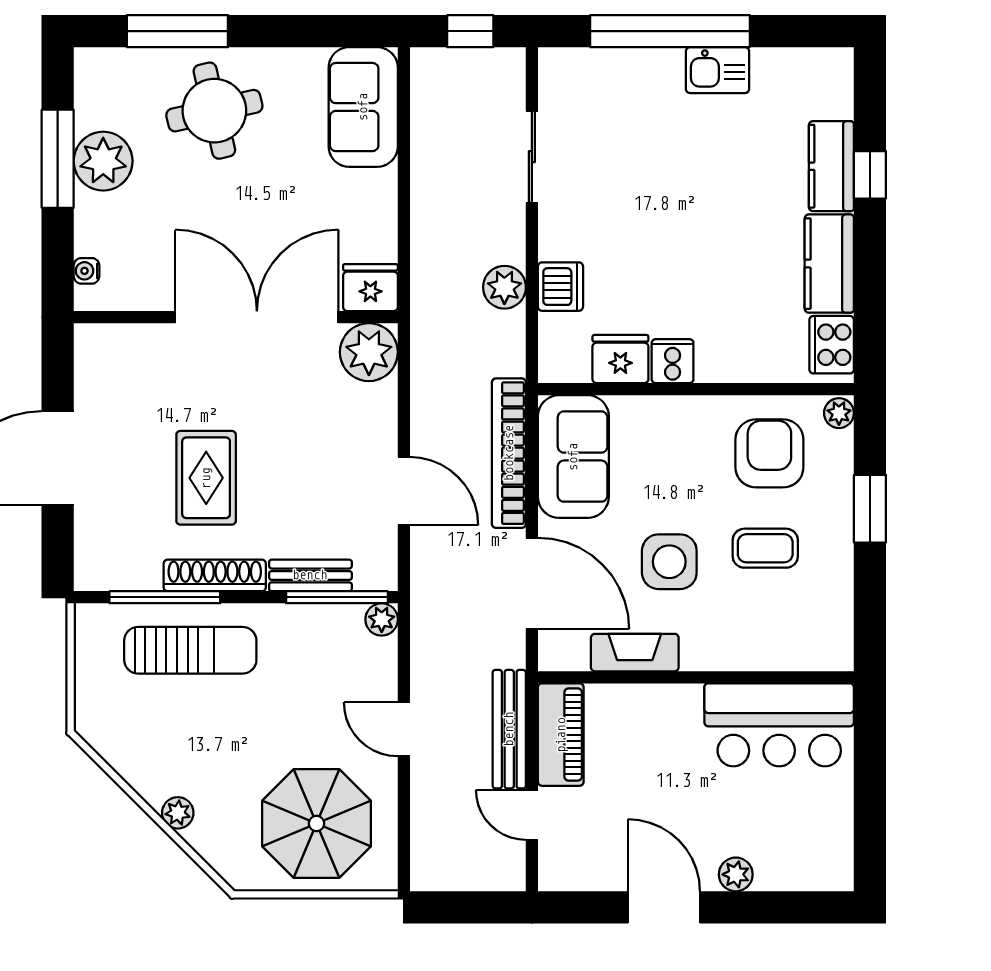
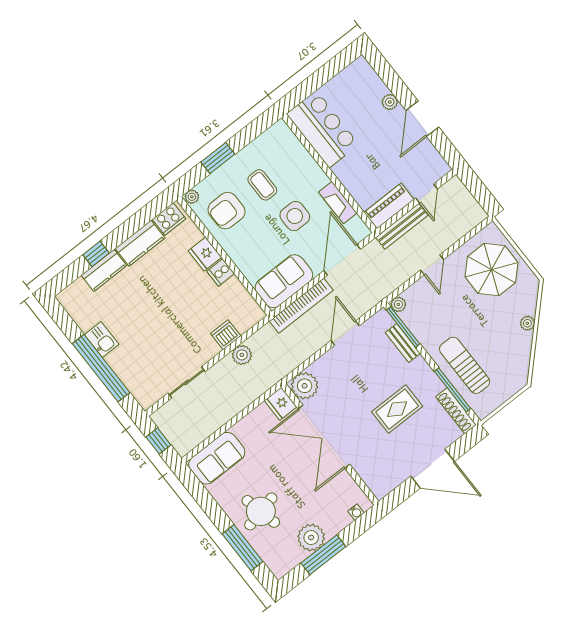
fridge: (620, 359) -> (205, 254), moved
shoe rack: (215, 575) -> (456, 411), moved

